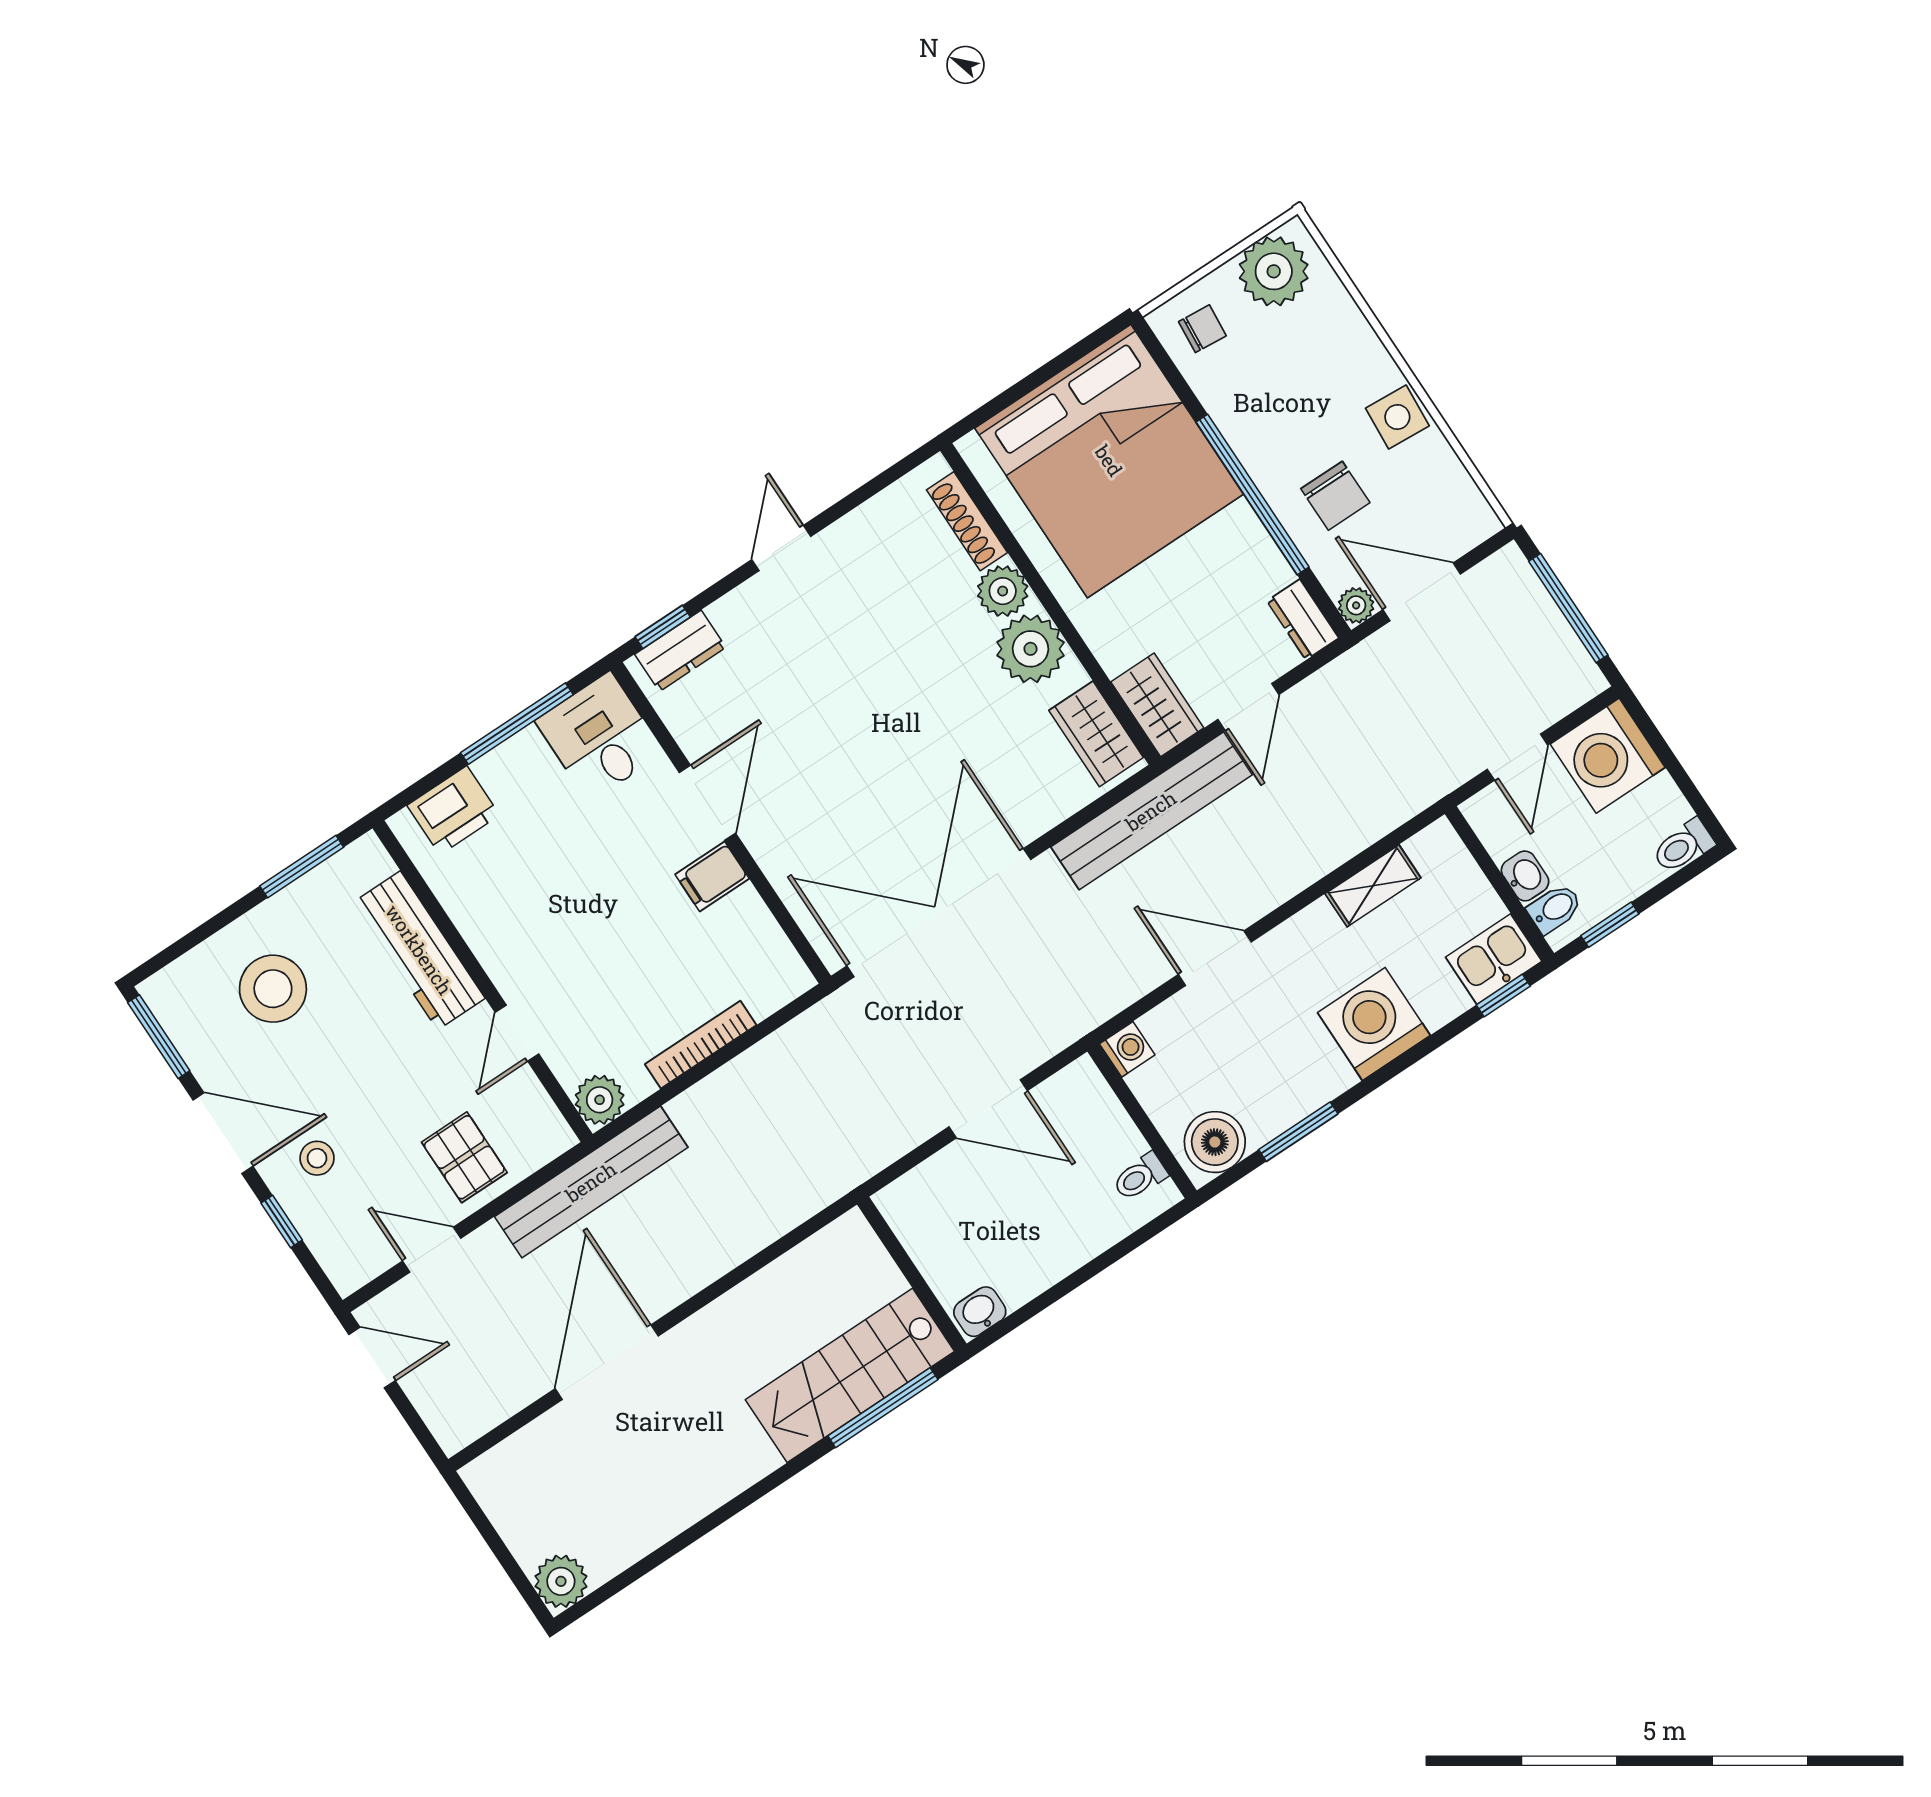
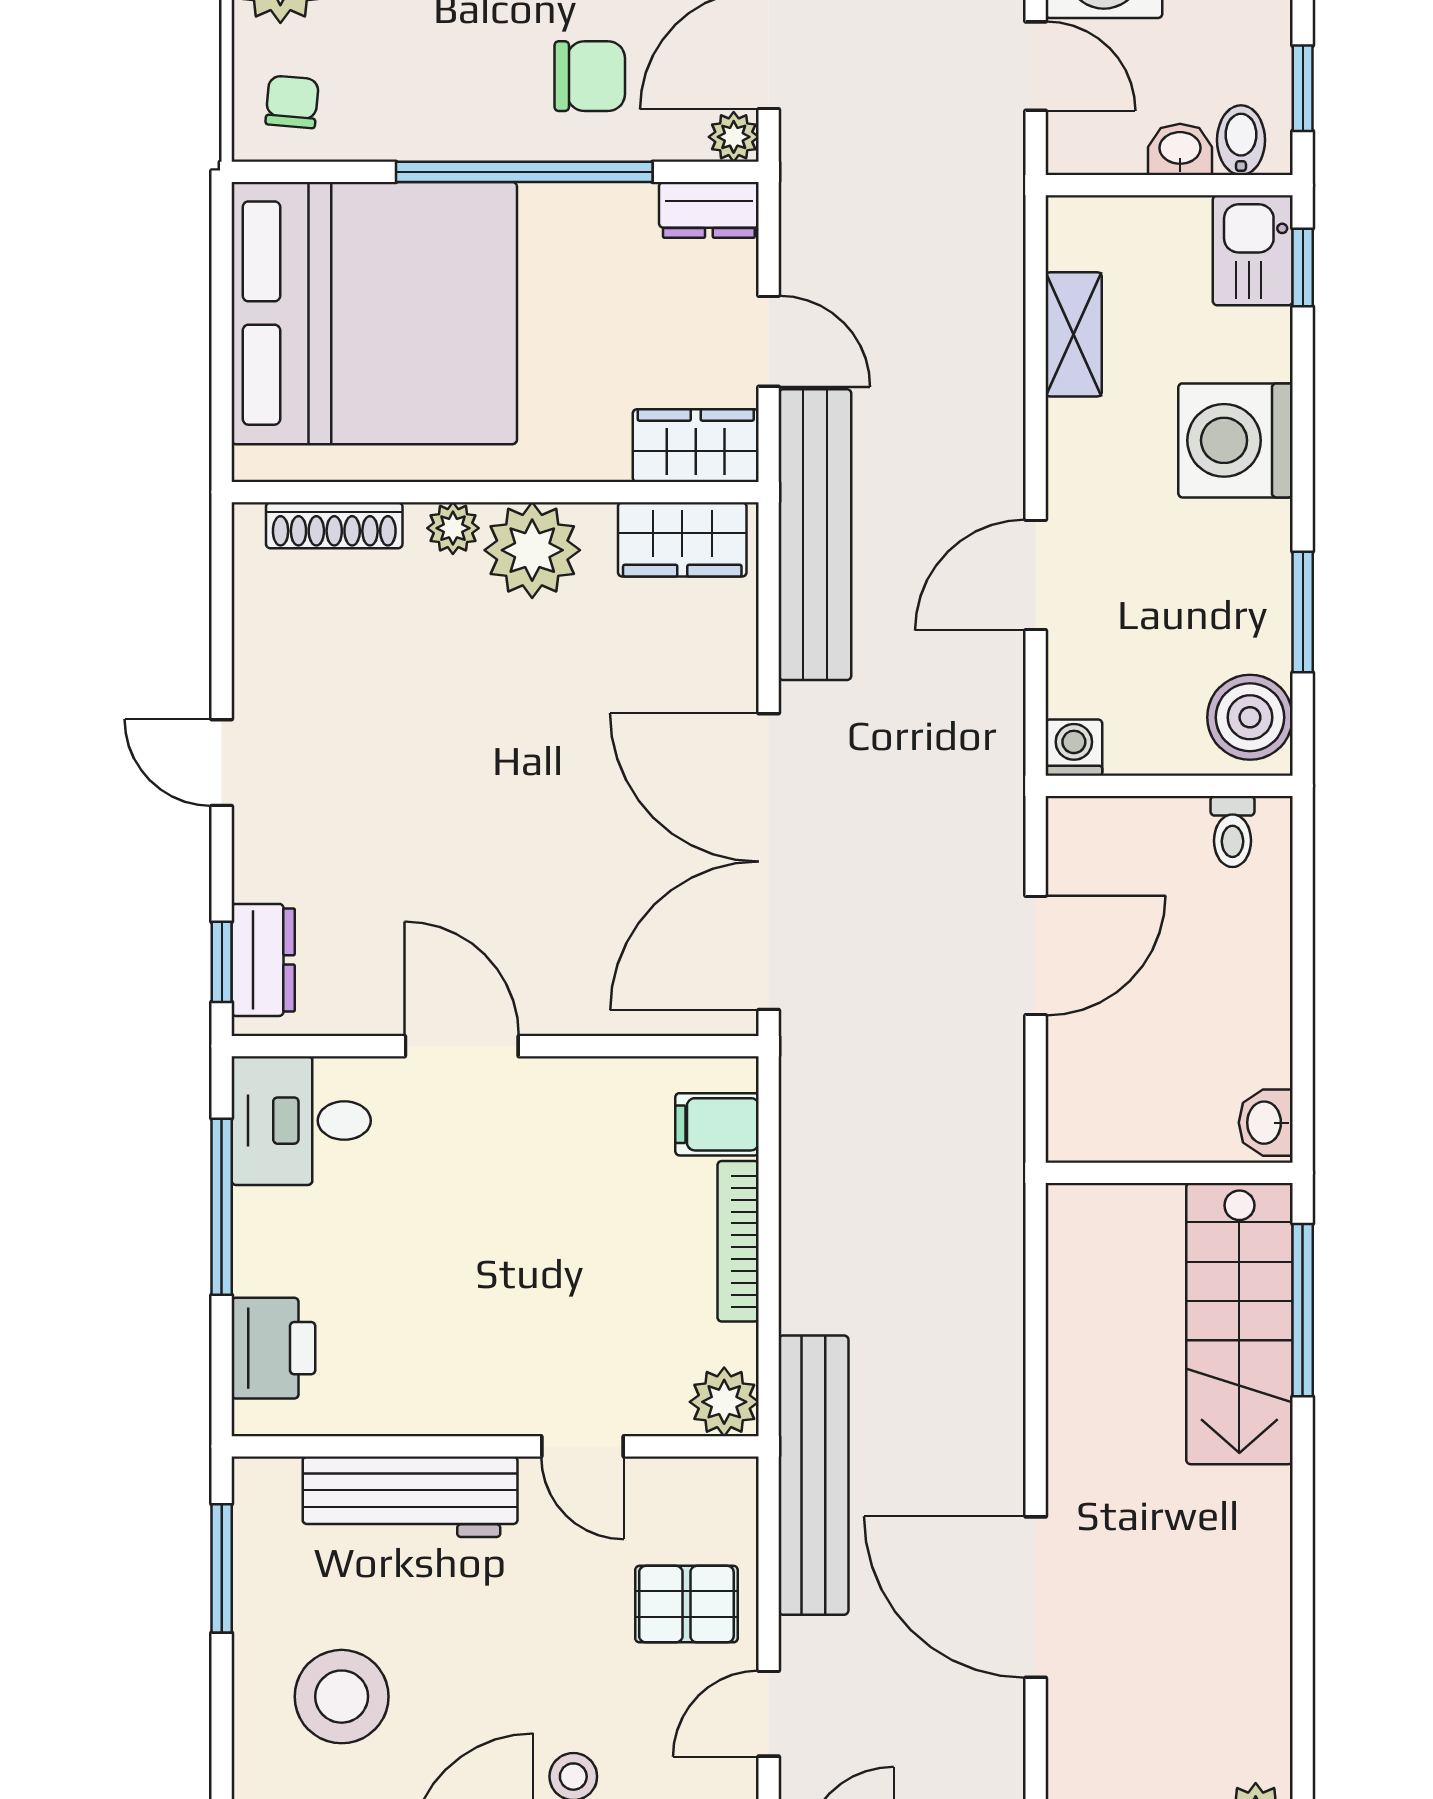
plant: (1003, 591) -> (453, 528), width x0.73, depth x0.73
filing cabinet: (712, 877) -> (717, 1124), moved, turned 90

